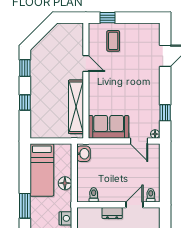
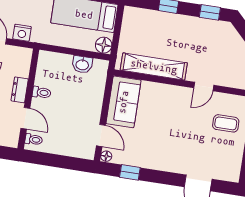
door: (139, 141) -> (101, 136), swing flipped
washbasin: (83, 154) -> (82, 64), moved
floor lamp: (65, 183) -> (104, 45), moved
toilet: (94, 195) -> (42, 93), moved

